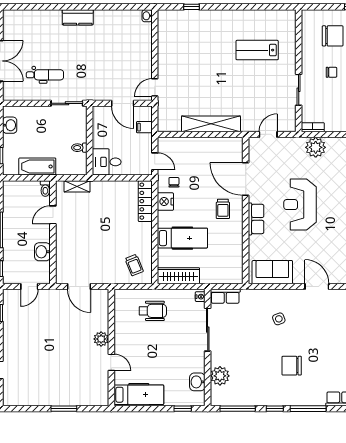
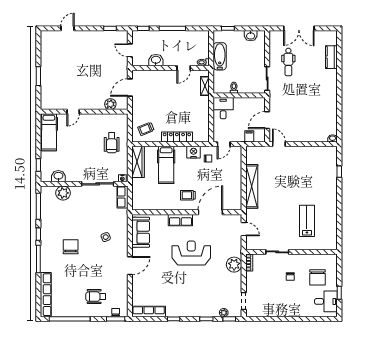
kitchen counter: (78, 17) -> (331, 57), moved
locker: (145, 201) -> (177, 137), moved
door: (53, 215) -> (184, 68), swing flipped
plant: (101, 339) -> (110, 104), moved

